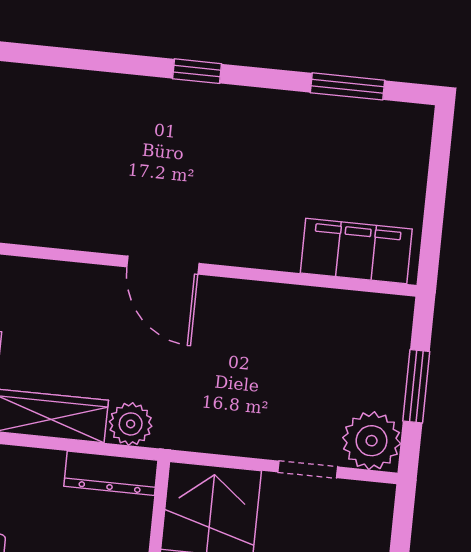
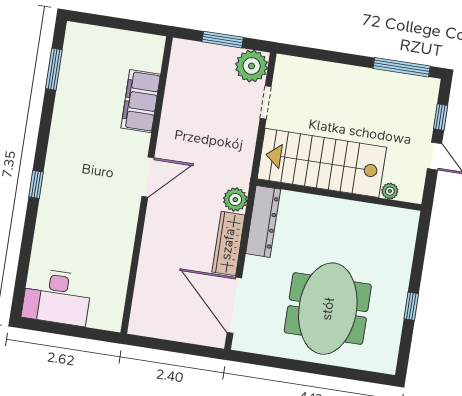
window: (197, 71) -> (36, 184), moved
filing cabinet: (356, 251) -> (141, 101), moved
dresser: (111, 473) -> (263, 221), width x1.37, depth x1.24

